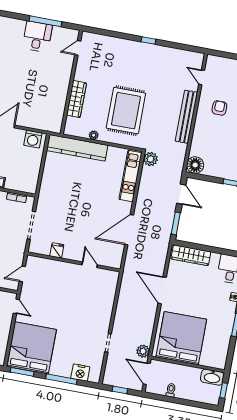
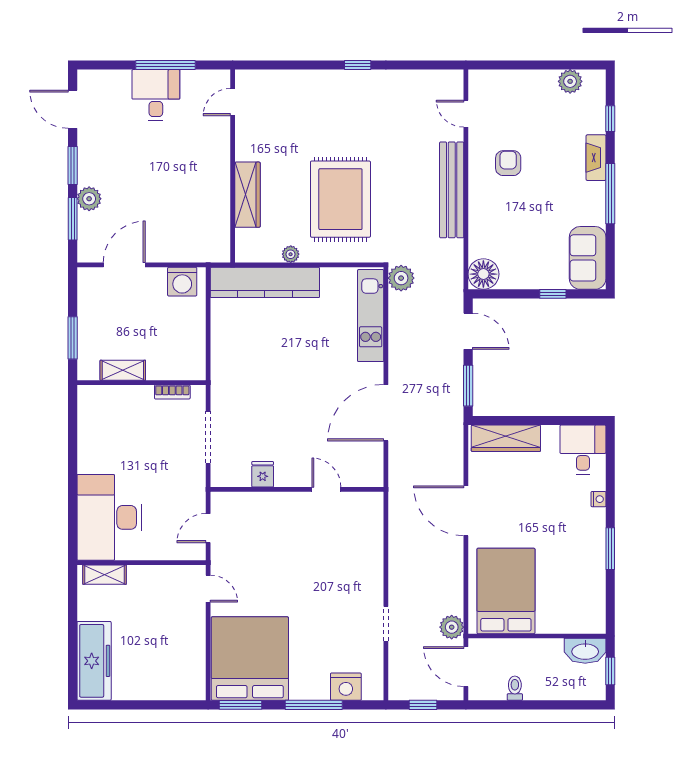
bed: (181, 338) -> (506, 591), width x0.73

